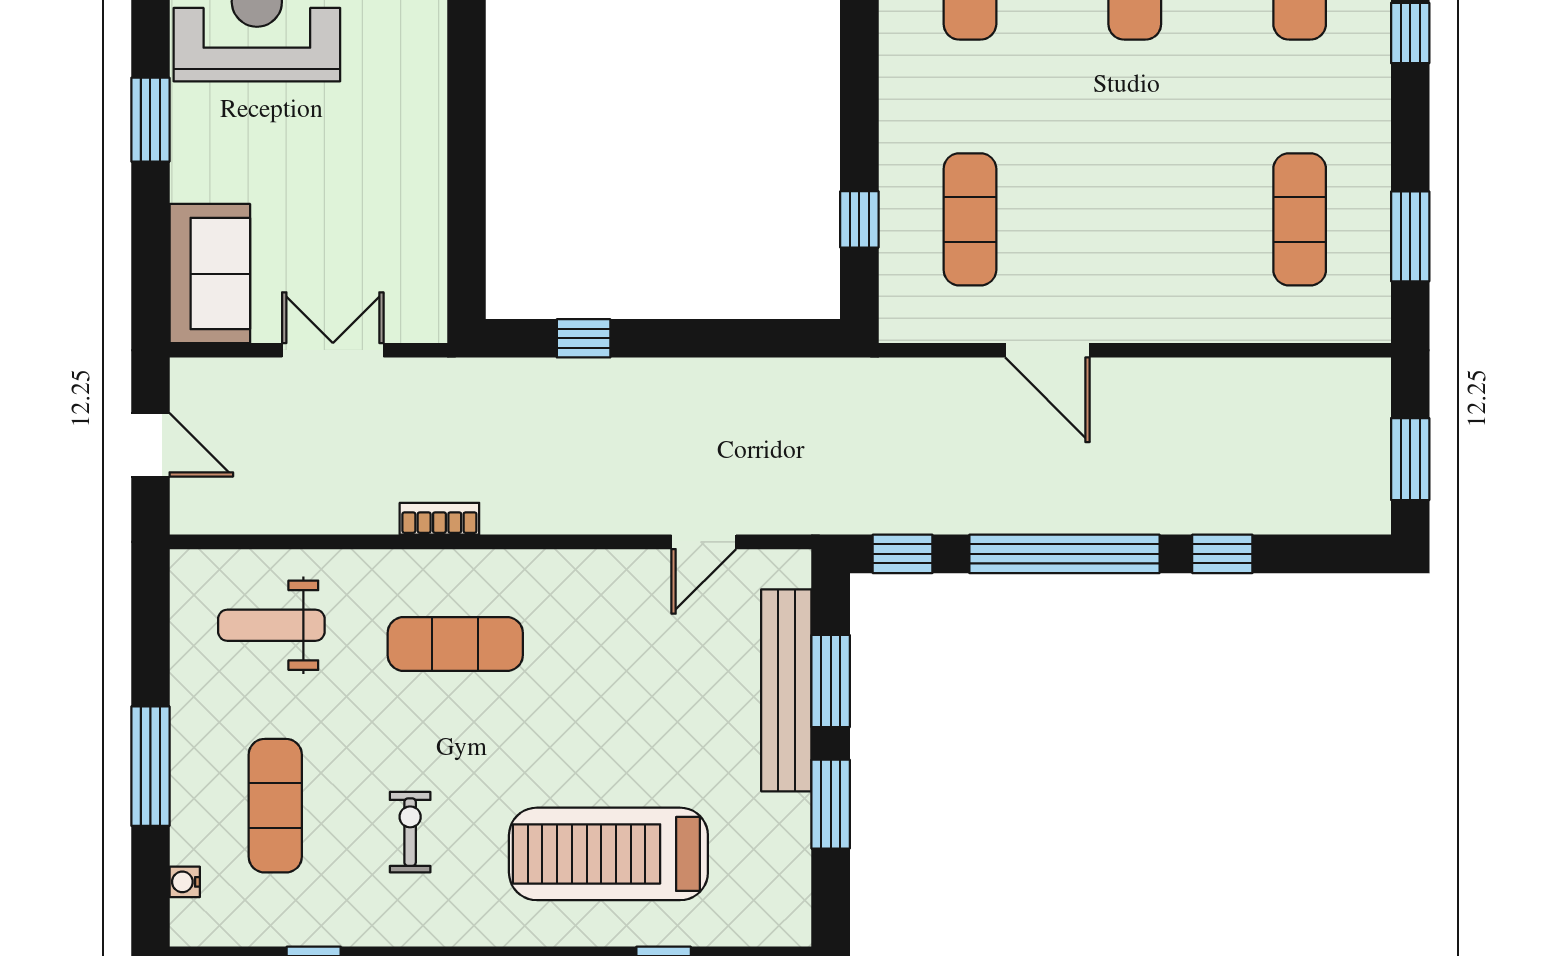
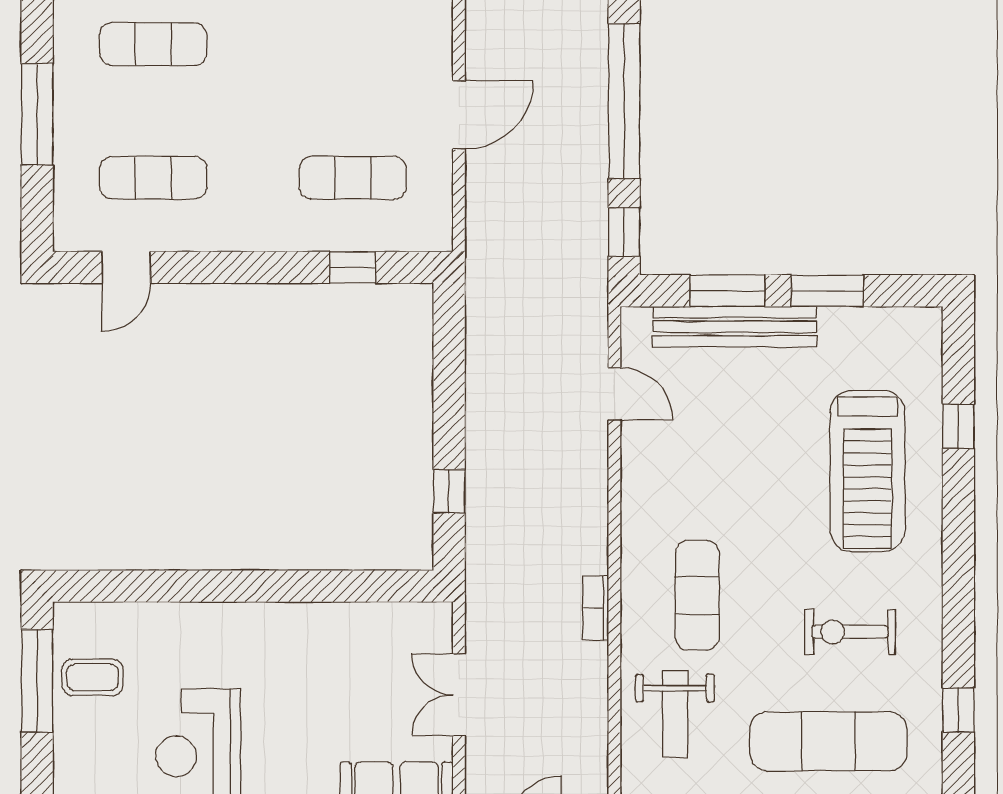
weight bench: (271, 625) -> (675, 714), moved
exercise mat: (275, 806) -> (828, 741), width x1.36, depth x1.45
exercise bike: (410, 832) -> (850, 632), width x1.38, depth x1.39

